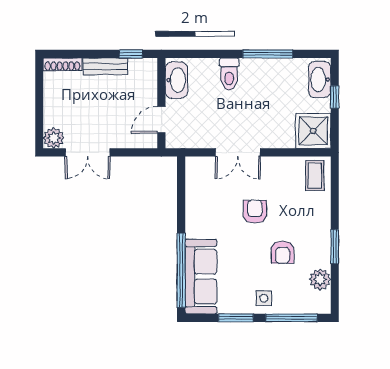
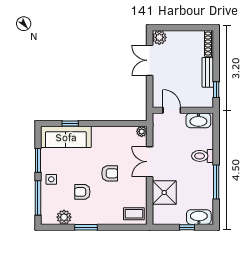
shower: (313, 131) -> (164, 193), moved
plant: (193, 164) -> (142, 131), added
window: (181, 270) -> (70, 123), width x0.32

